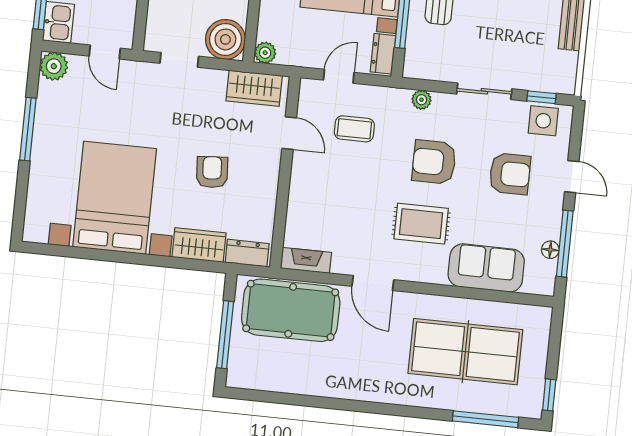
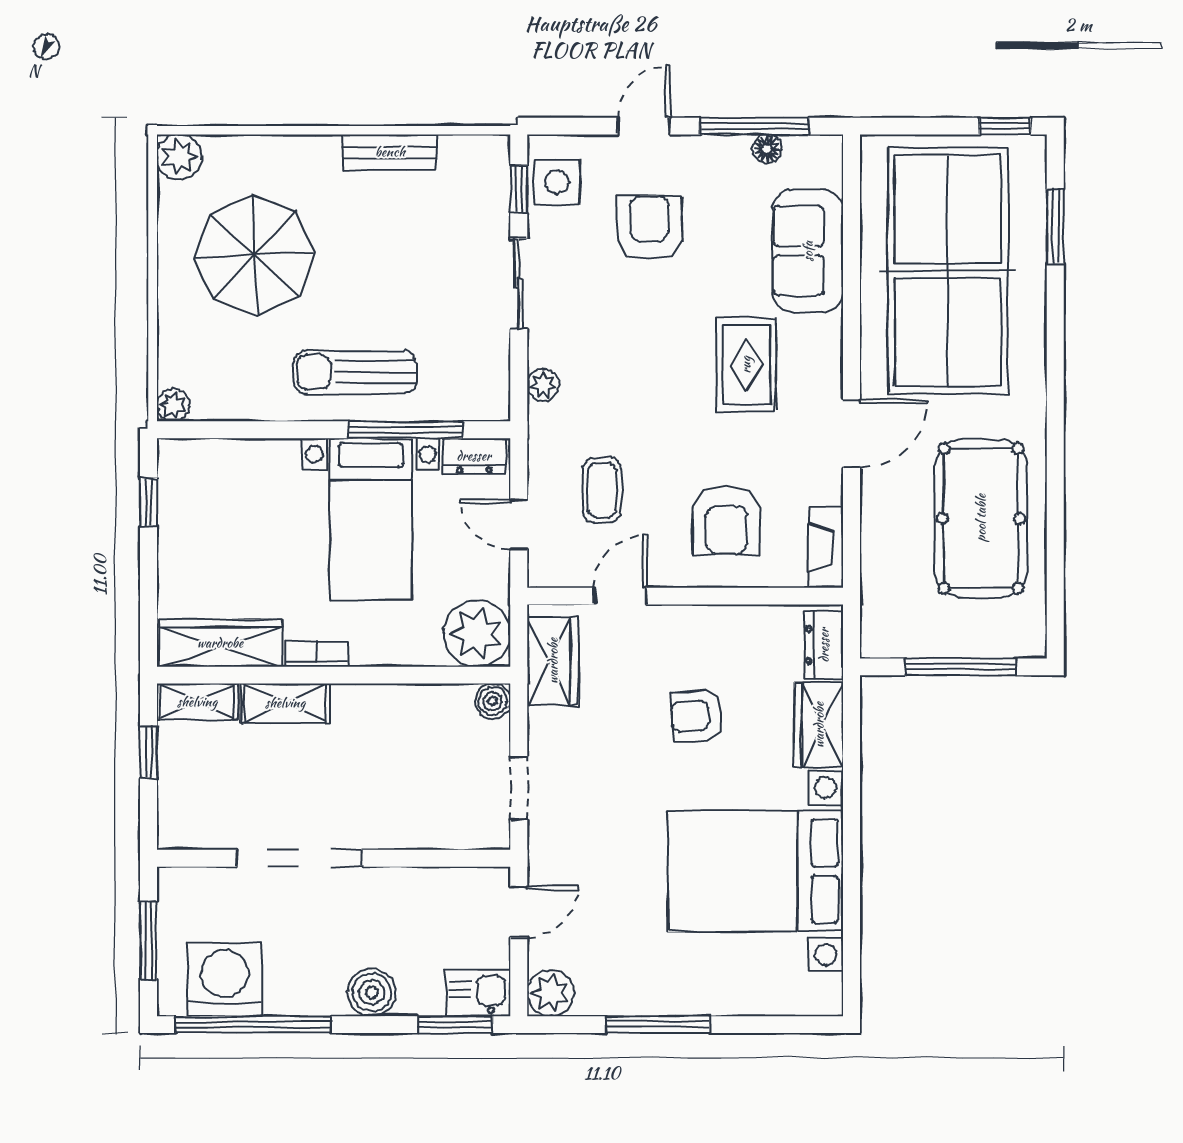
boiler: (225, 39) -> (493, 701), width x0.54, depth x0.54
plant: (265, 53) -> (477, 633), width x1.88, depth x1.88
armchair: (434, 162) -> (726, 520), moved
pool table: (291, 310) -> (981, 518), moved
table tennis table: (465, 352) -> (948, 271), width x1.36, depth x1.32
window: (486, 419) -> (1055, 226), width x0.69

